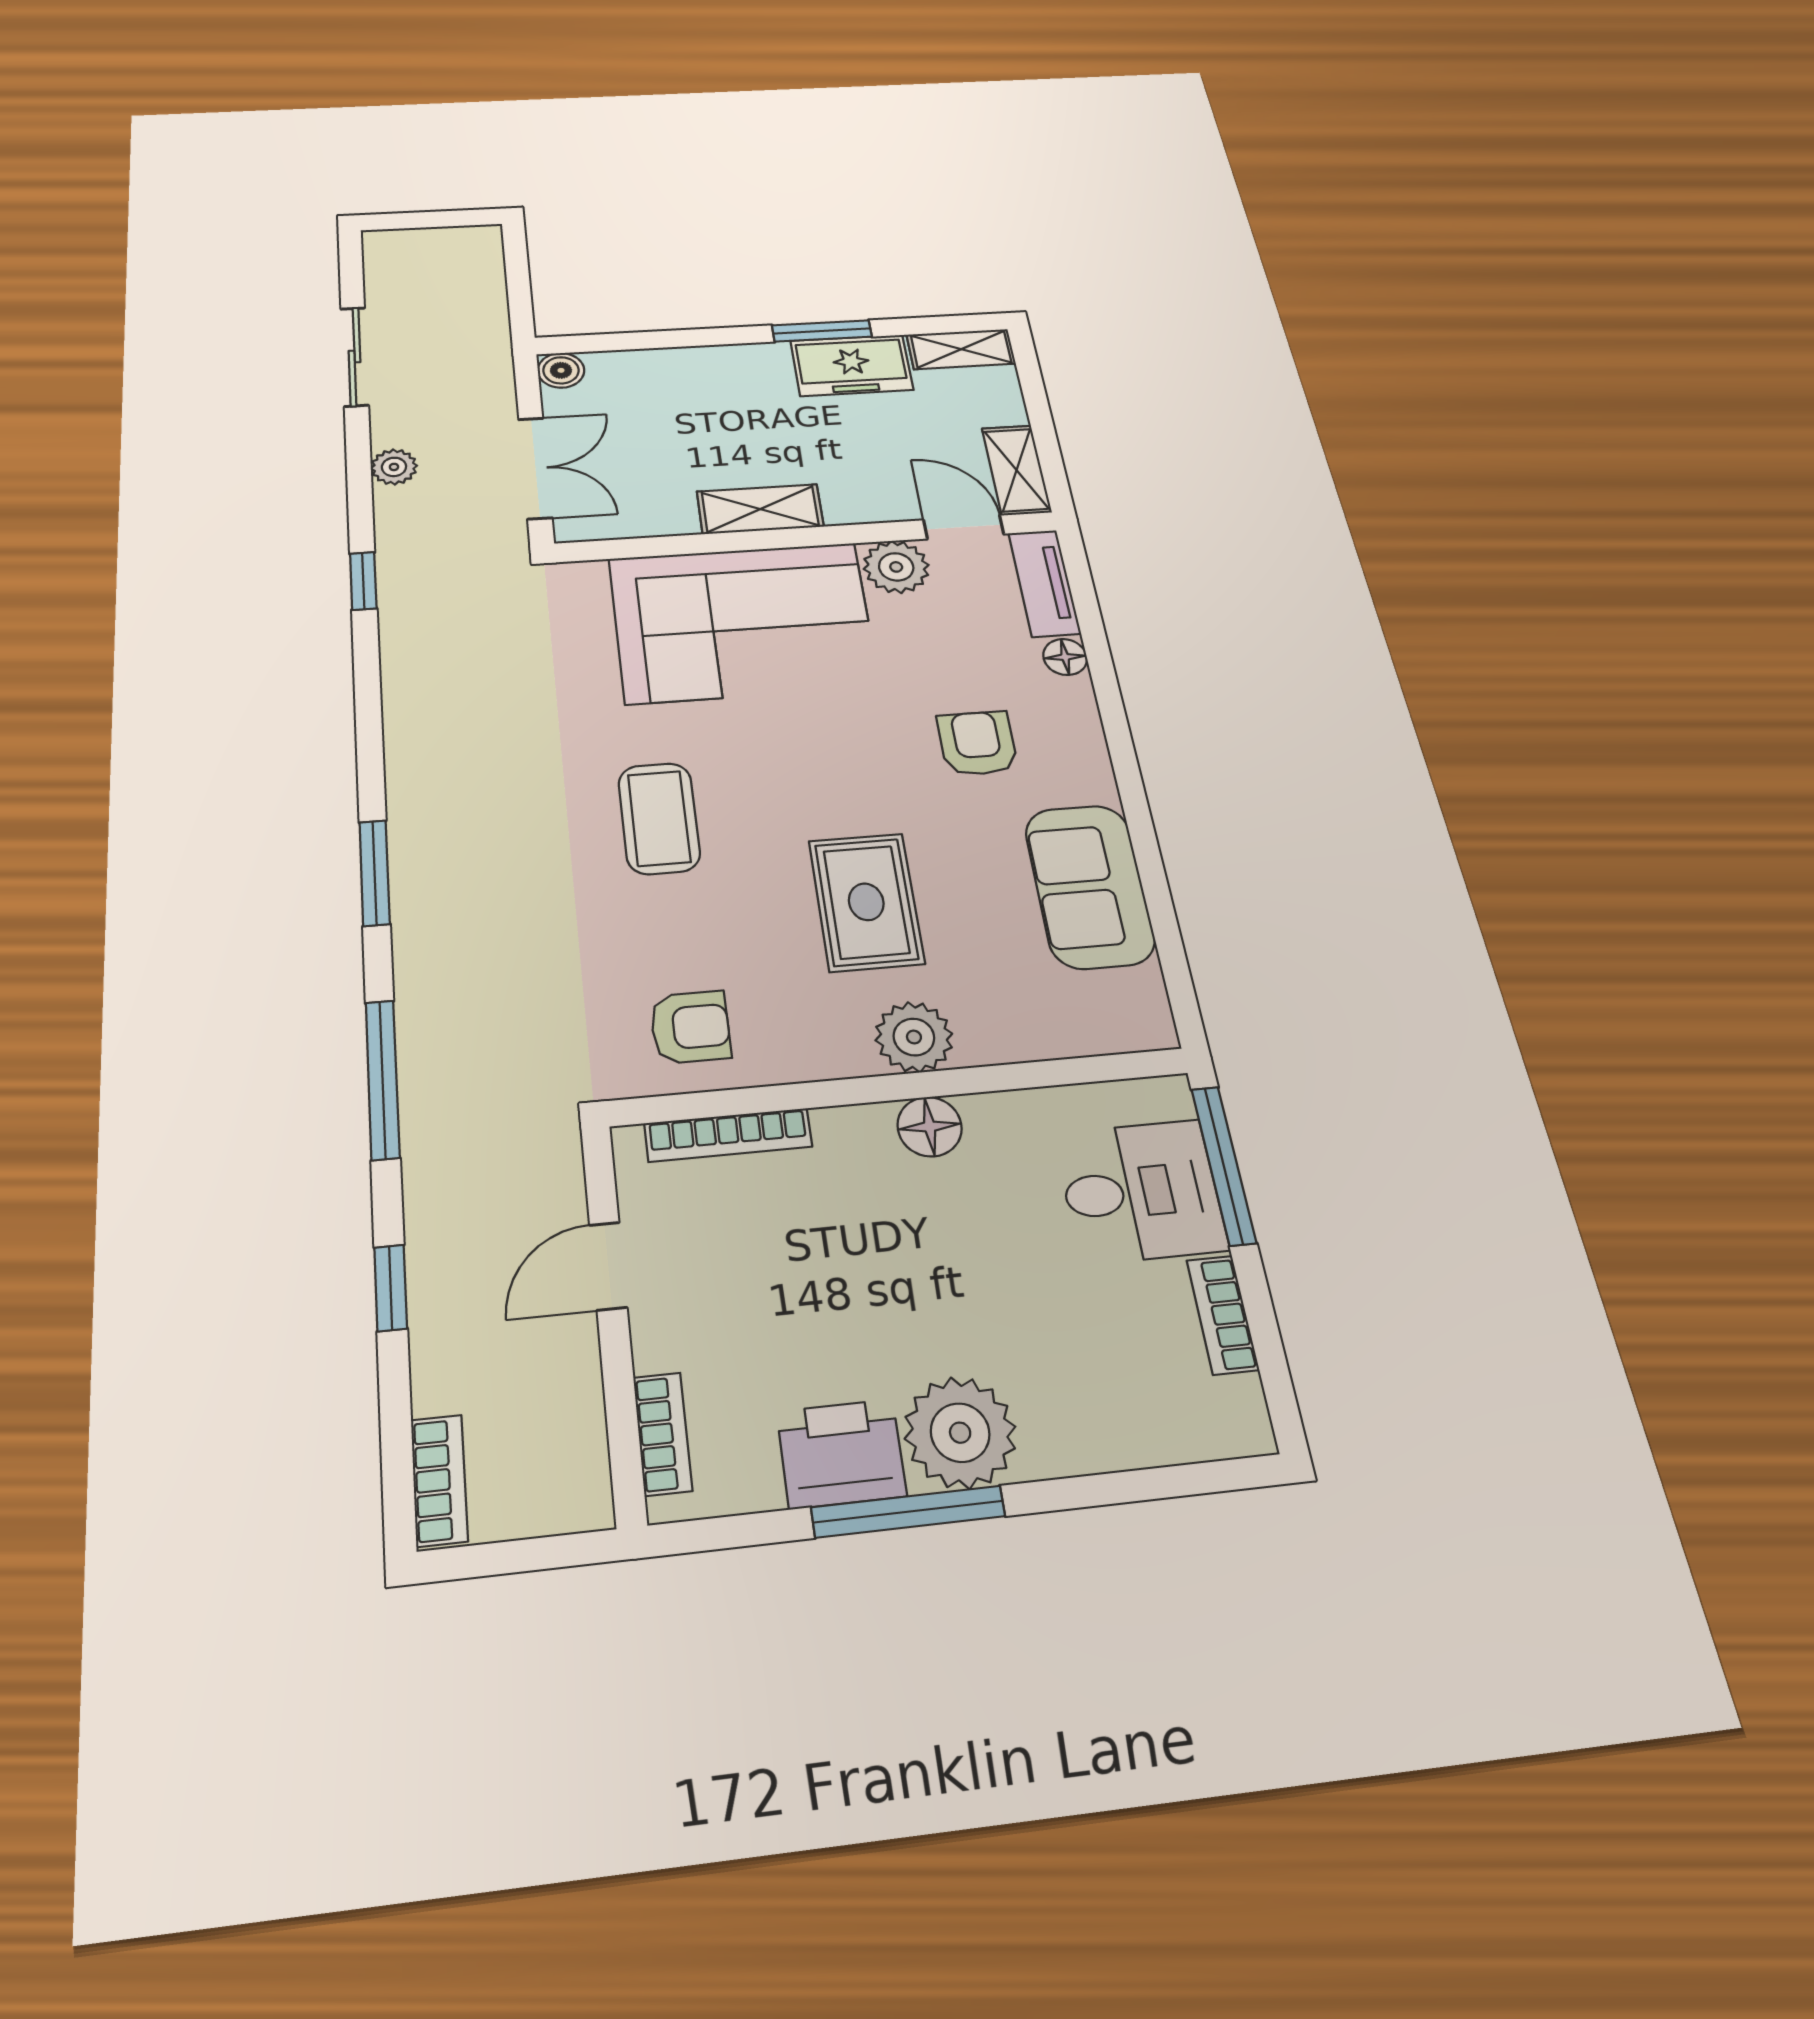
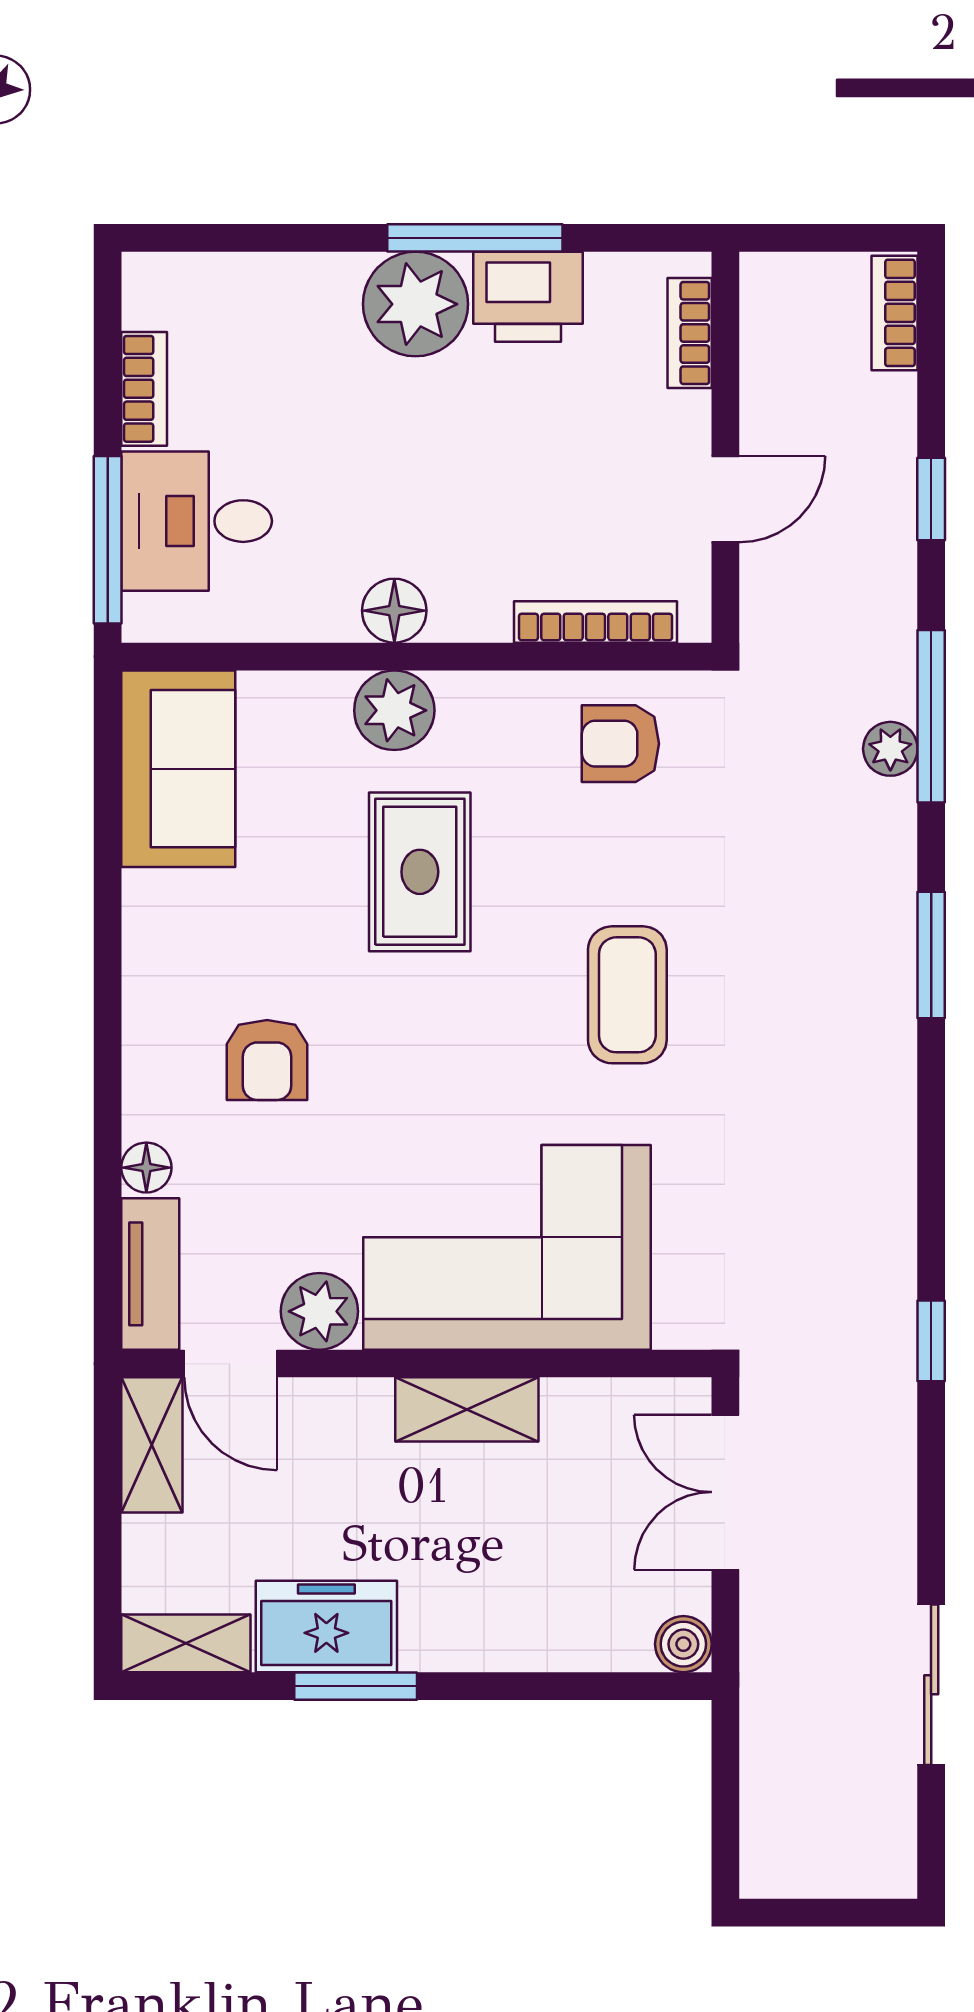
plant: (394, 467) -> (890, 749), moved
sofa: (1090, 886) -> (178, 769), moved

